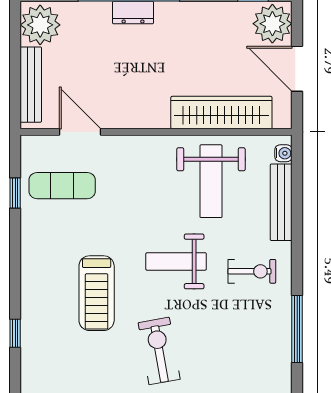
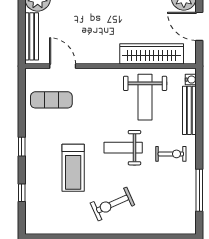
window: (15, 193) -> (22, 147), moved
exercise bike: (159, 351) -> (112, 204), turned -104

